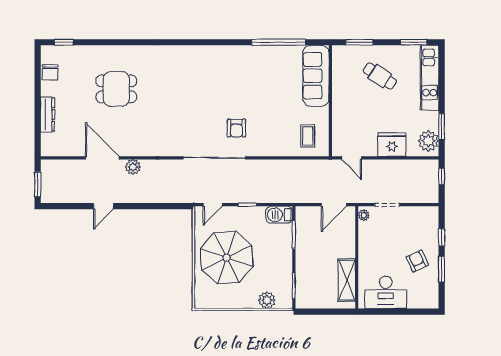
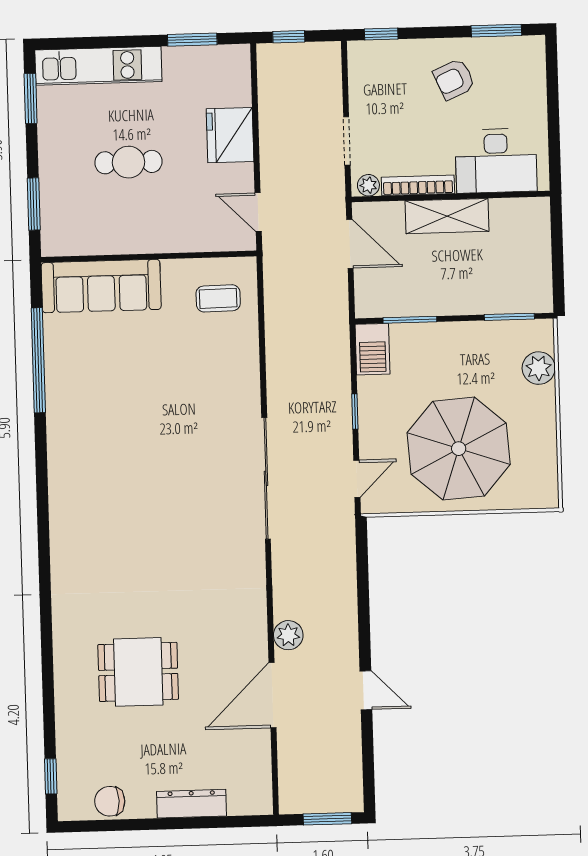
chair: (50, 72) -> (110, 801), turned 180
cafe table: (380, 76) -> (128, 162), moved, turned 57
dining table: (116, 89) -> (138, 672), turned 90
armchair: (236, 128) -> (207, 437), removed
plant: (428, 141) -> (221, 65), removed
door: (352, 158) -> (258, 212), swing flipped
door: (213, 205) -> (357, 479), hinge flipped
window: (442, 237) -> (381, 34), moved
bookcase: (363, 241) -> (418, 185), added
window: (442, 269) -> (496, 31), moved
shelving: (347, 280) -> (447, 216), moved
desk: (386, 292) -> (496, 161), moved, turned 90

